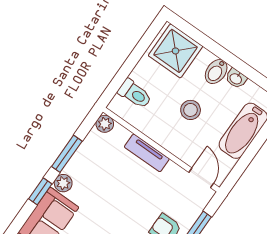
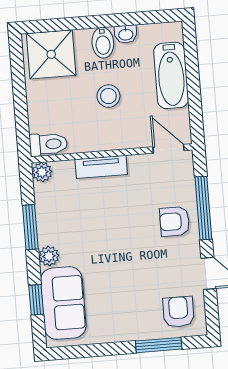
toilet: (135, 94) -> (48, 144), moved
window: (40, 191) -> (36, 300), moved

